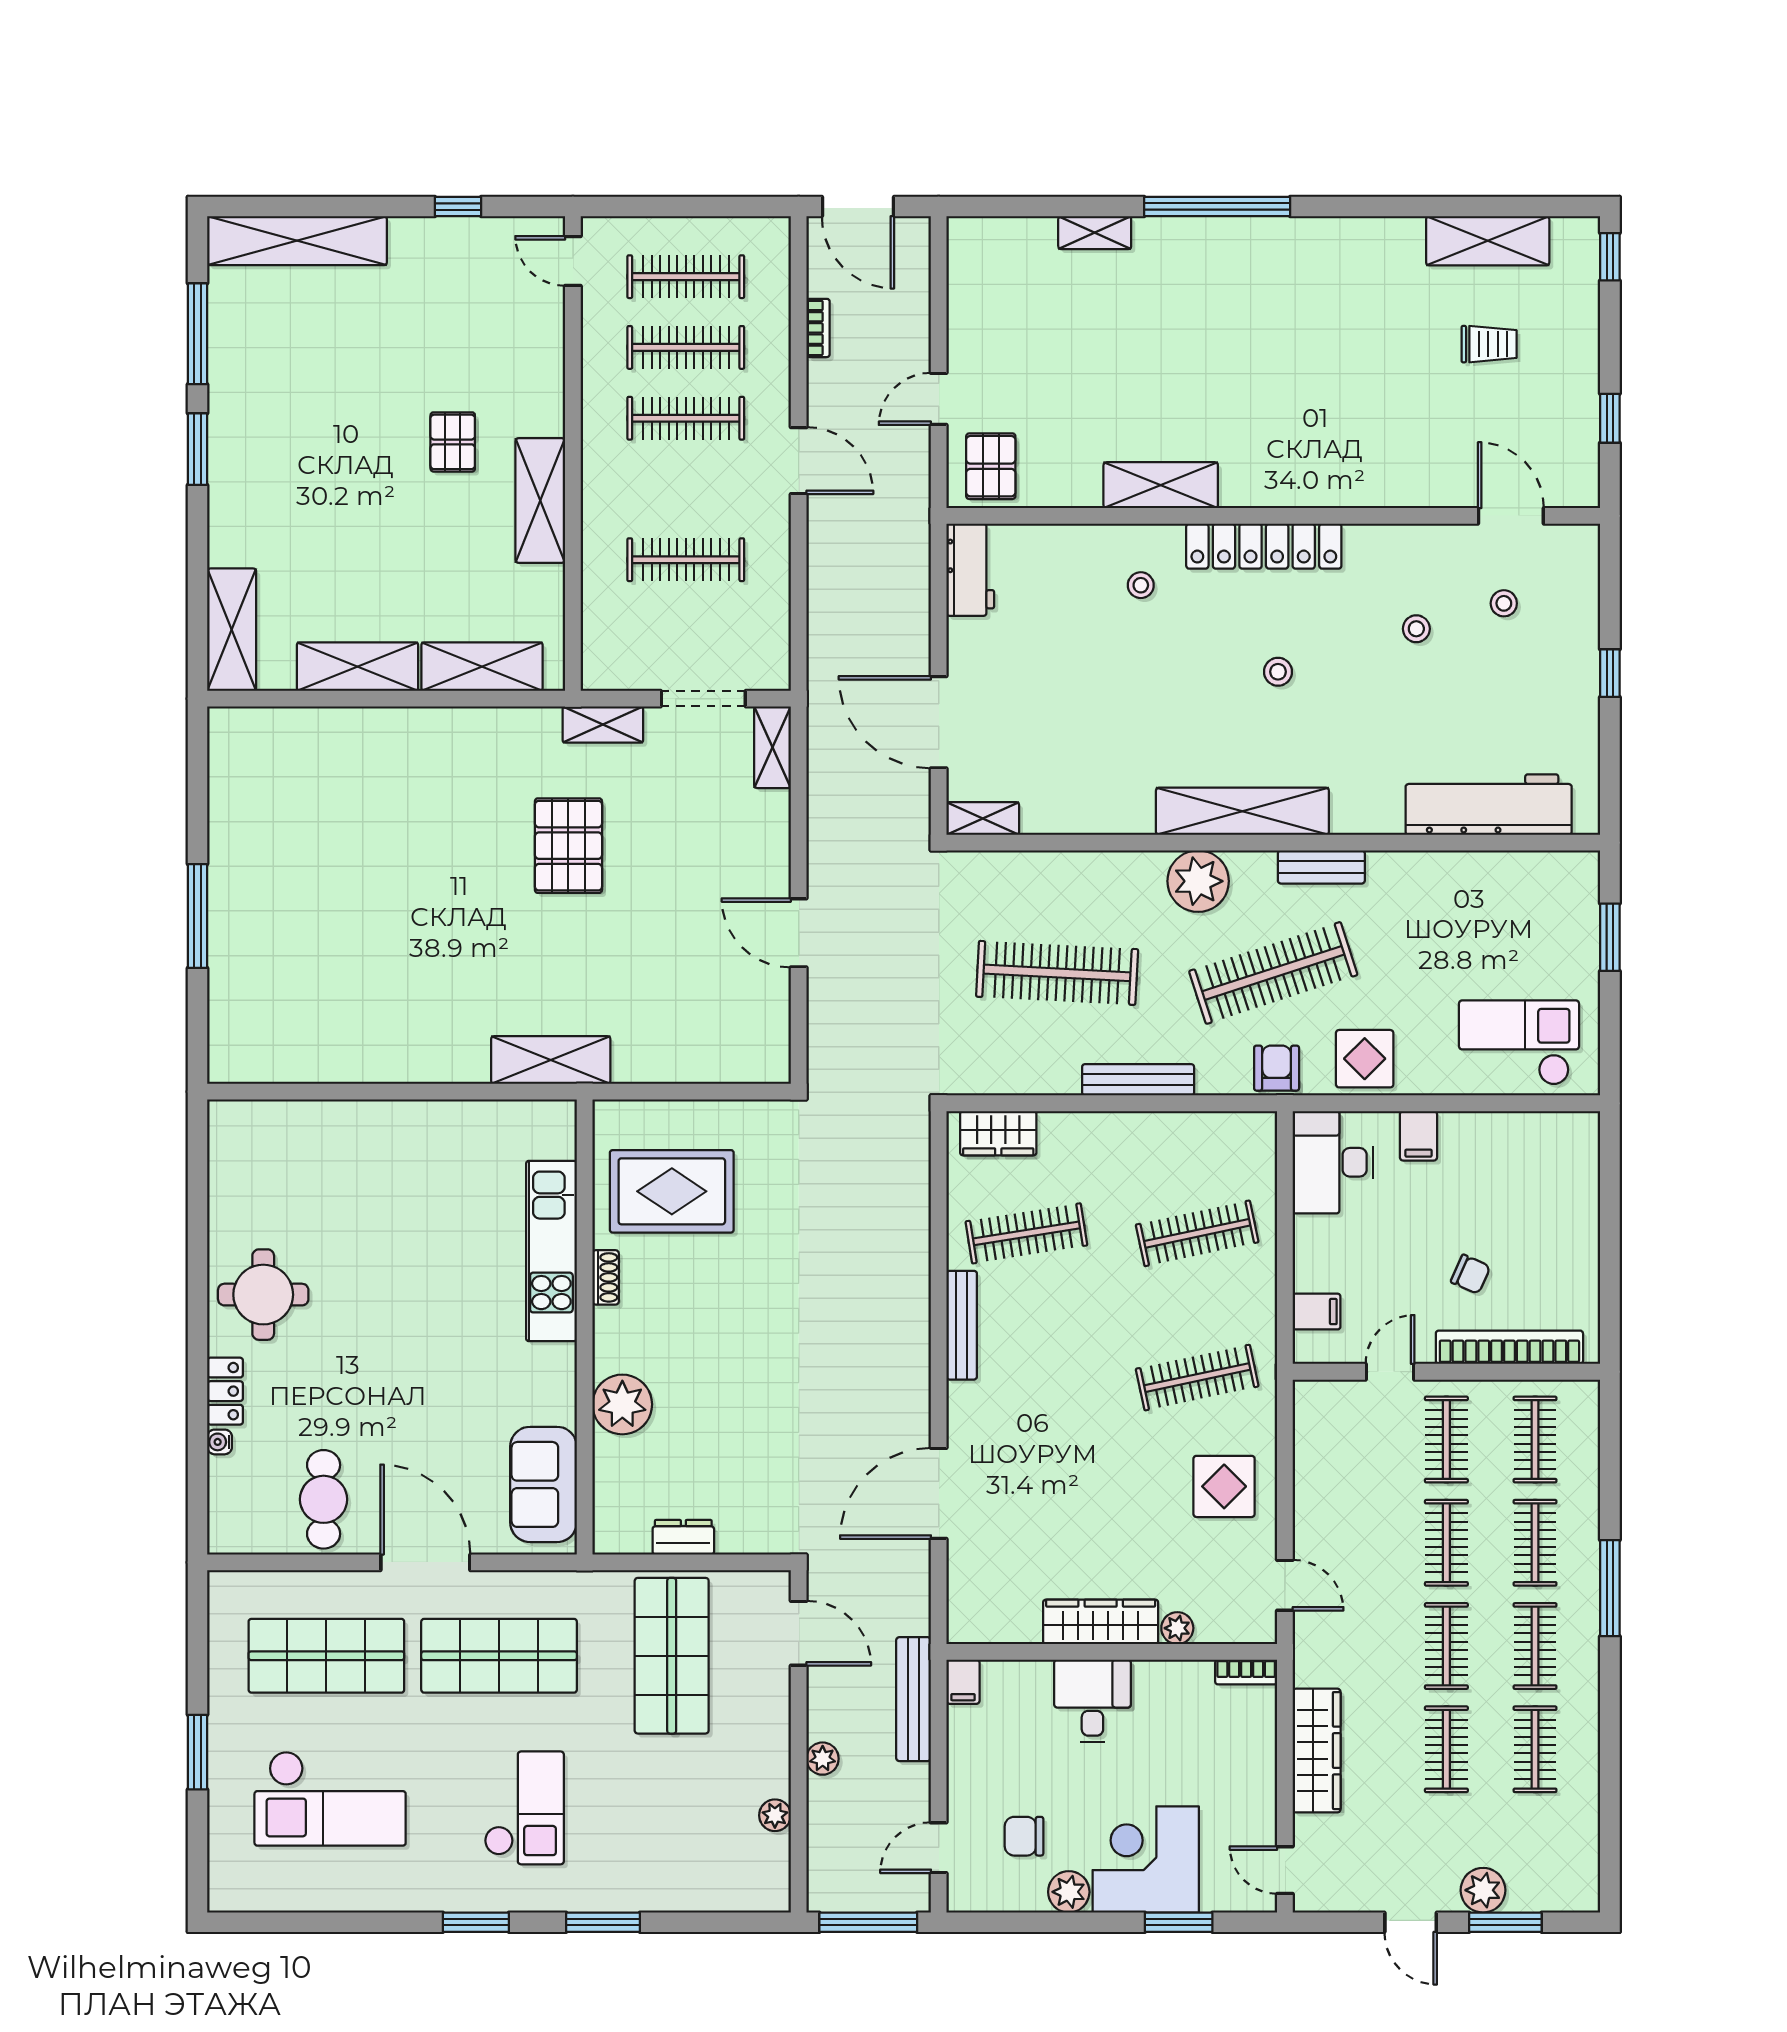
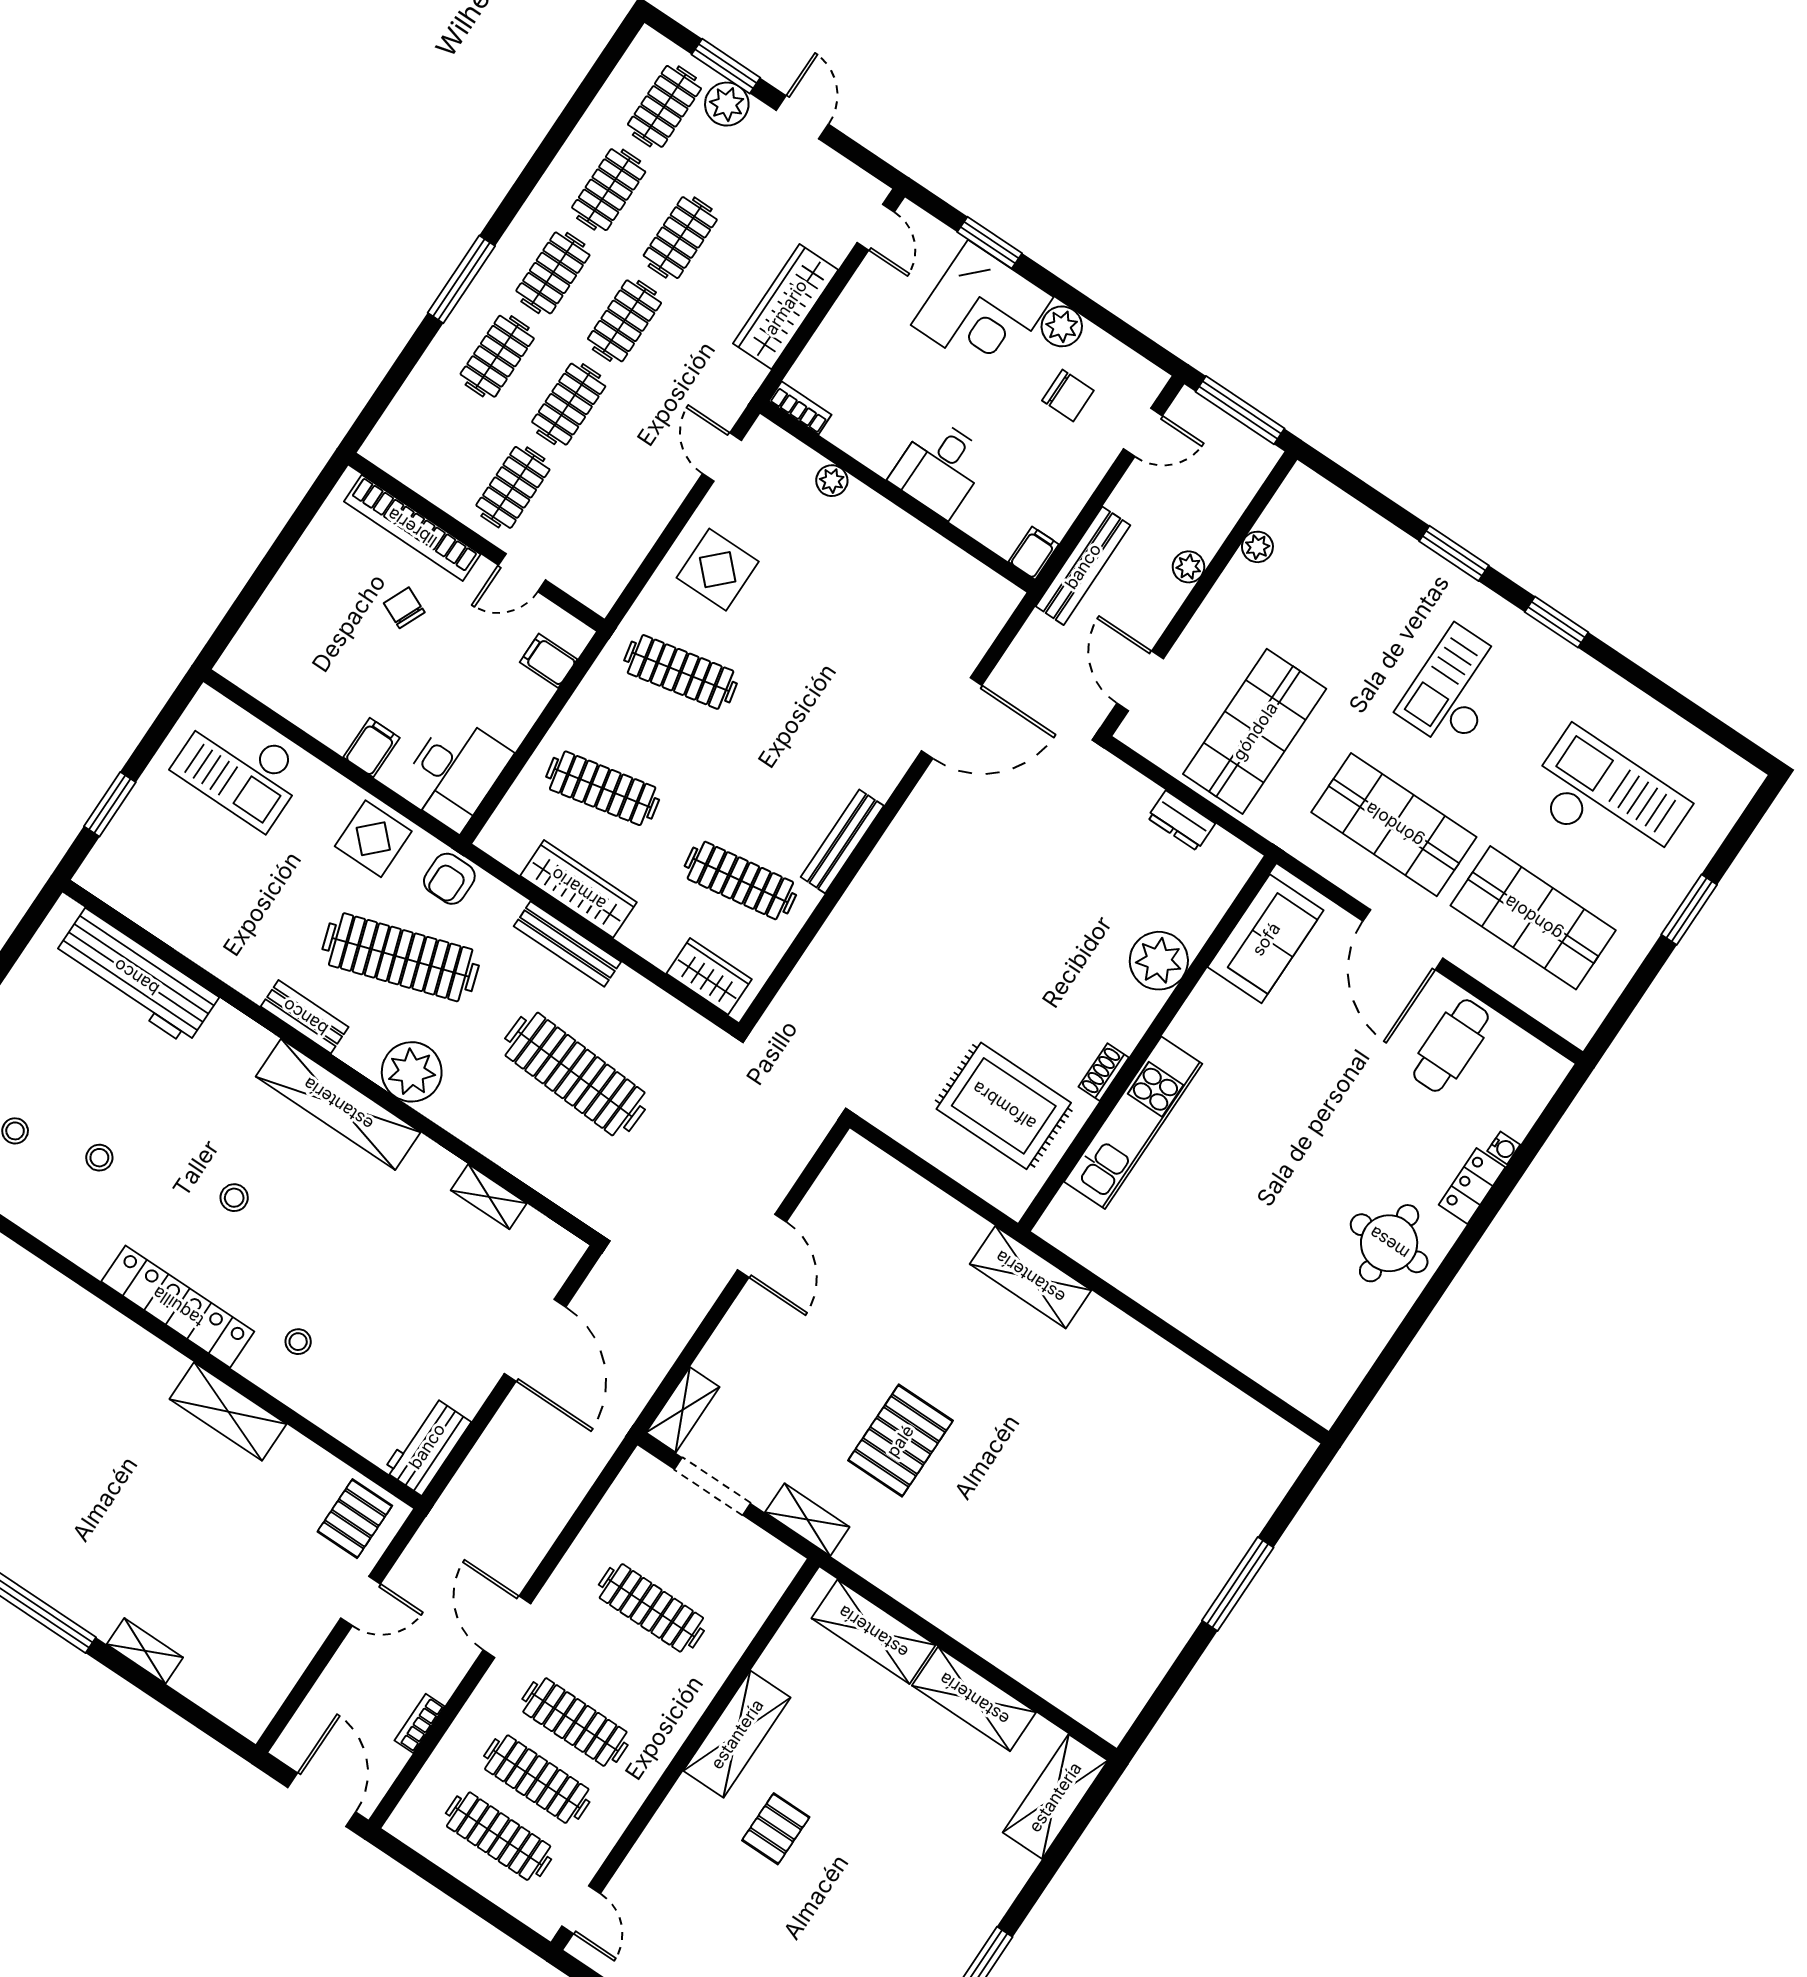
shelving: (983, 818) -> (489, 1197), moved
clothes rail: (1535, 1440) -> (664, 106), moved
wardrobe: (1101, 1622) -> (578, 889), moved, turned 180

